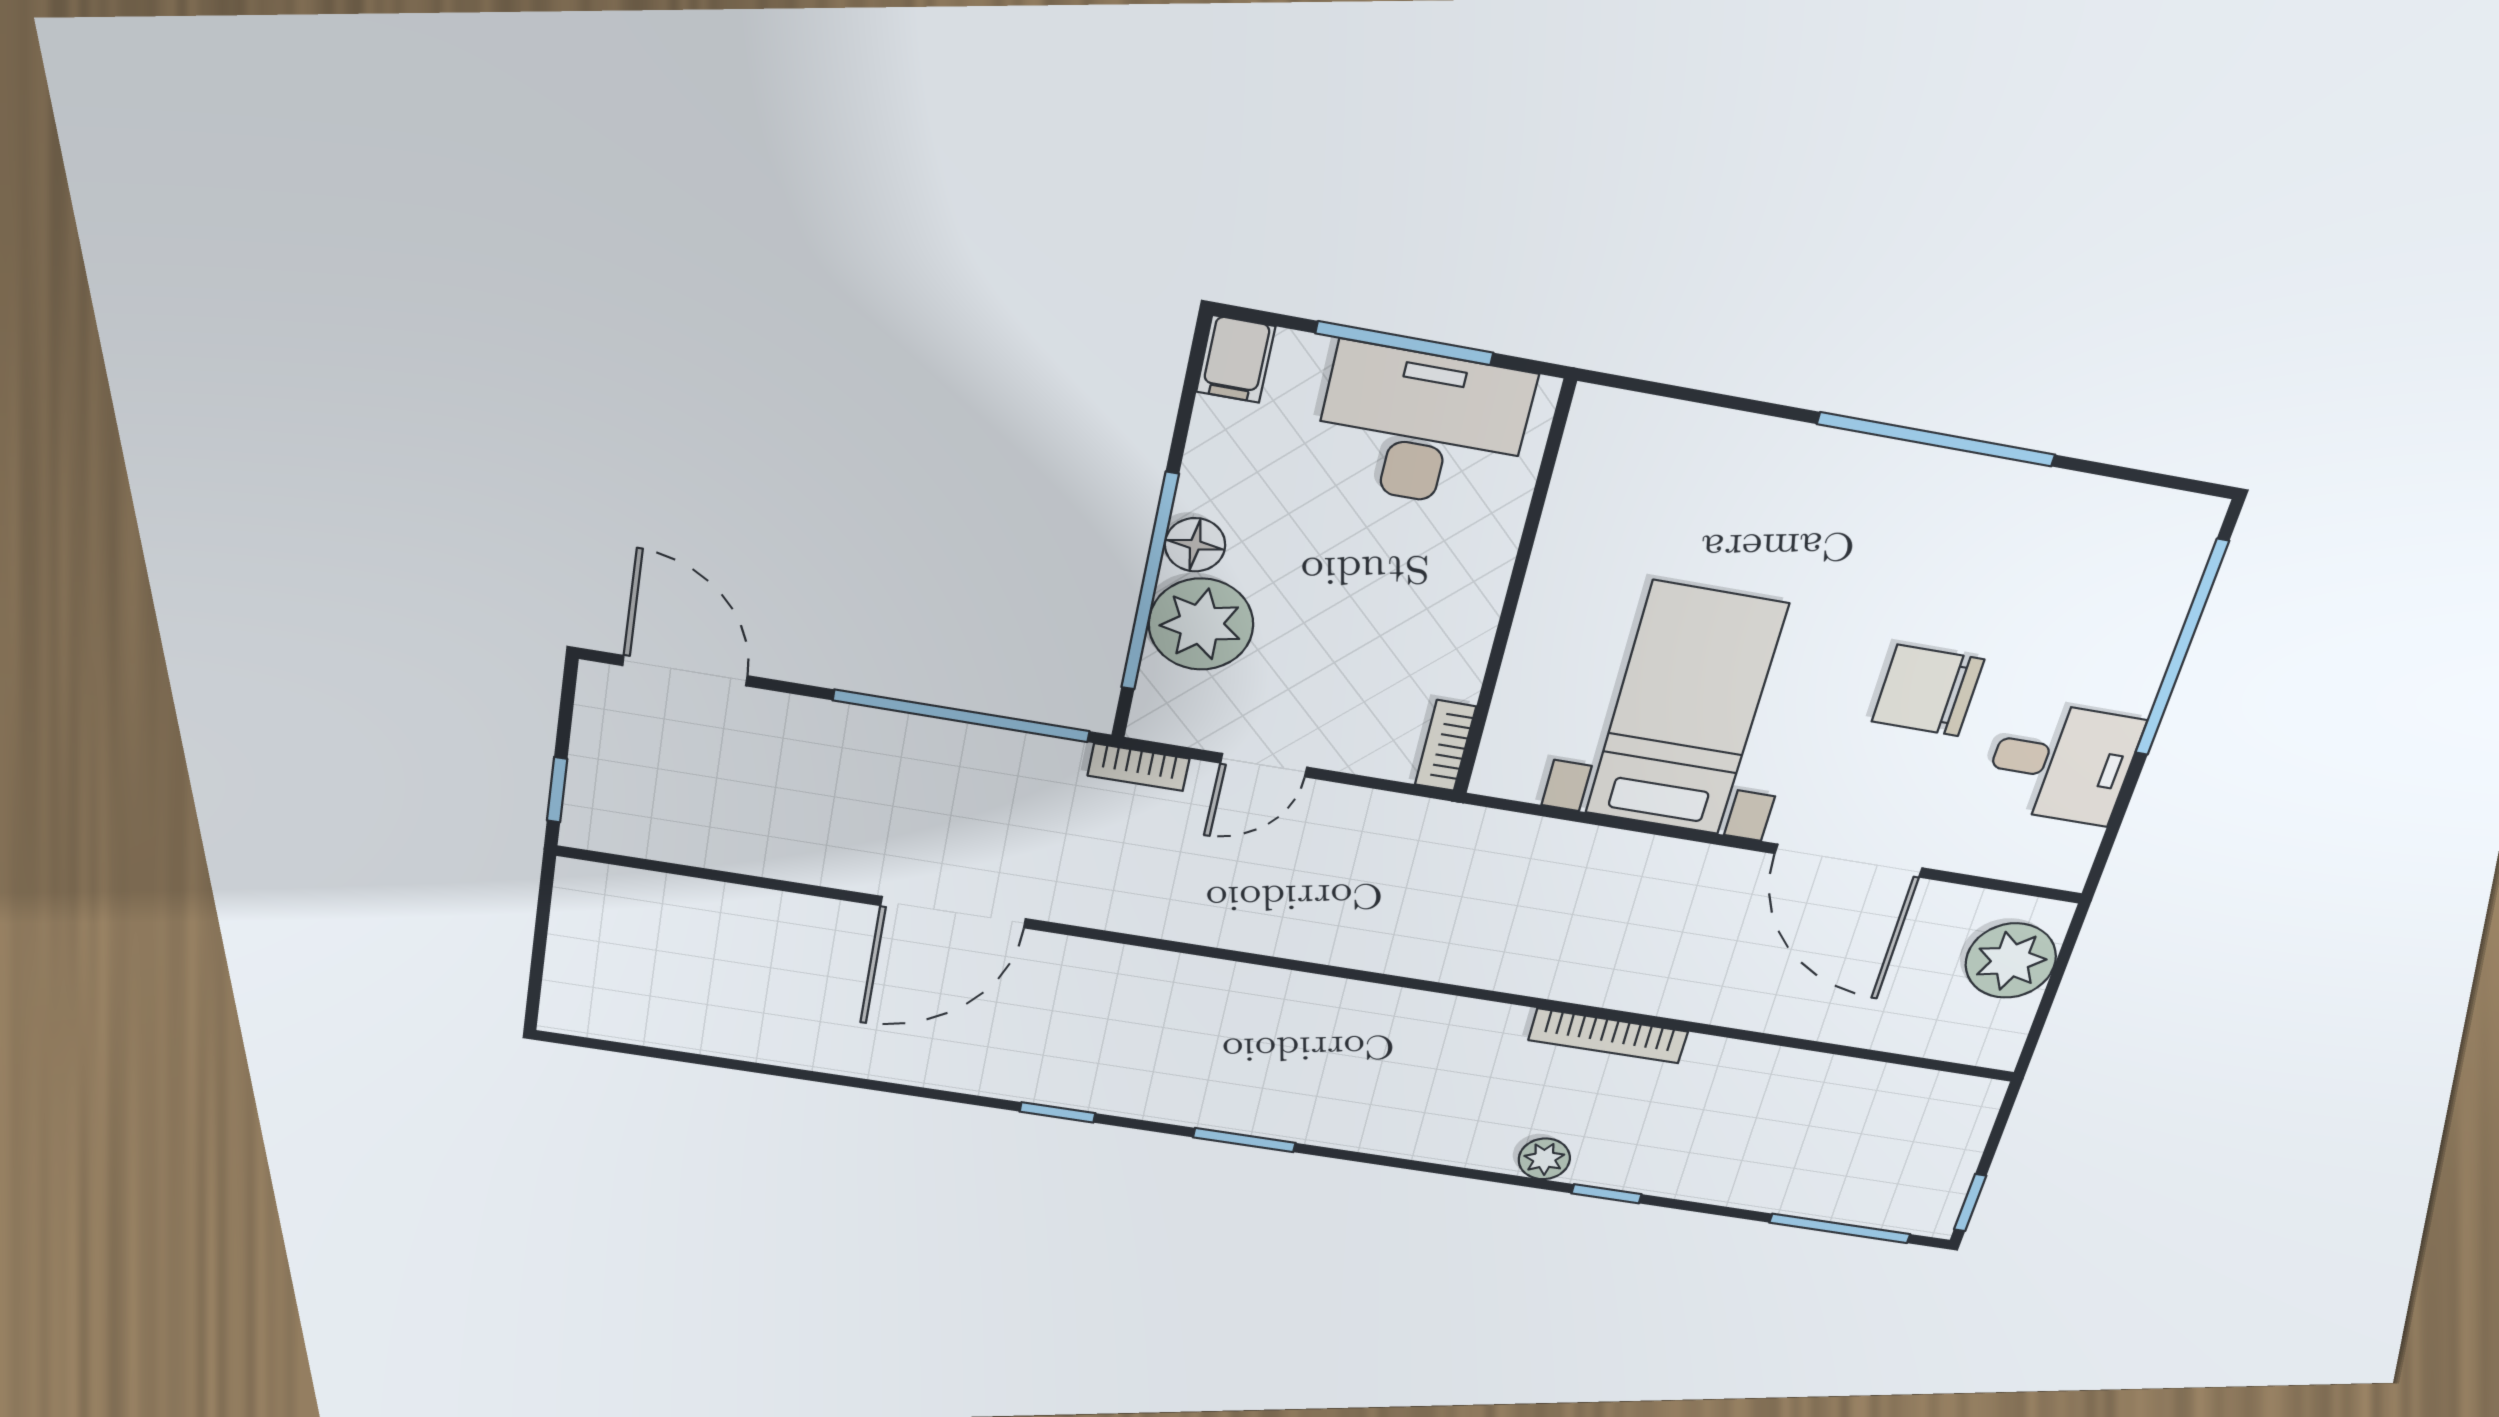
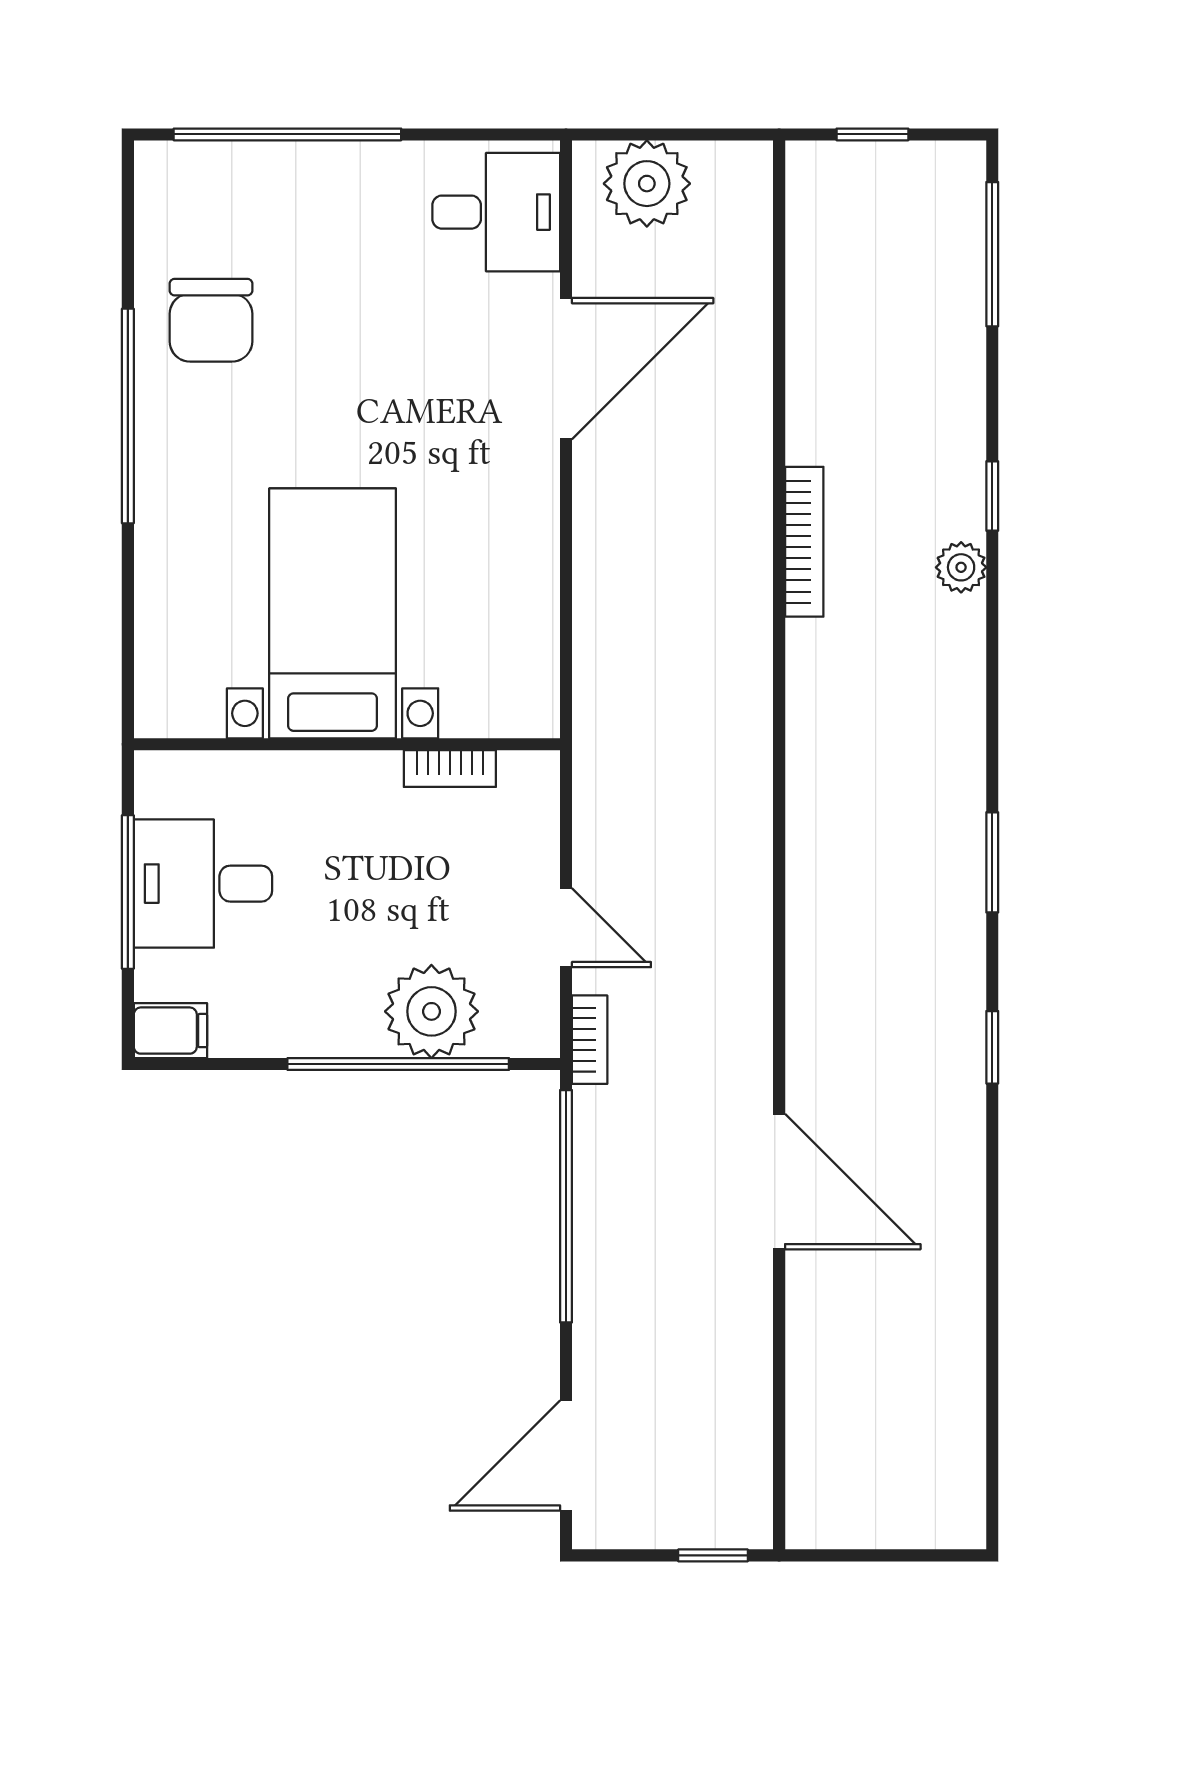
desk: (1422, 427) -> (203, 884), width x0.73
floor lamp: (1195, 545) -> (354, 1031), removed
chair: (1928, 691) -> (211, 320), moved
bed with nightstands: (1686, 709) -> (333, 613), moved, turned 90
bookcase: (1445, 746) -> (450, 769), moved
desk: (2062, 763) -> (496, 212), moved, turned 90
window: (1970, 1203) -> (872, 134), moved

